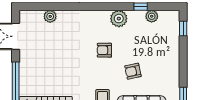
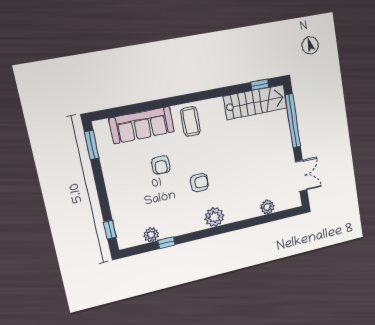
plant: (119, 19) -> (214, 217), moved
armchair: (133, 71) -> (161, 165), turned 102

